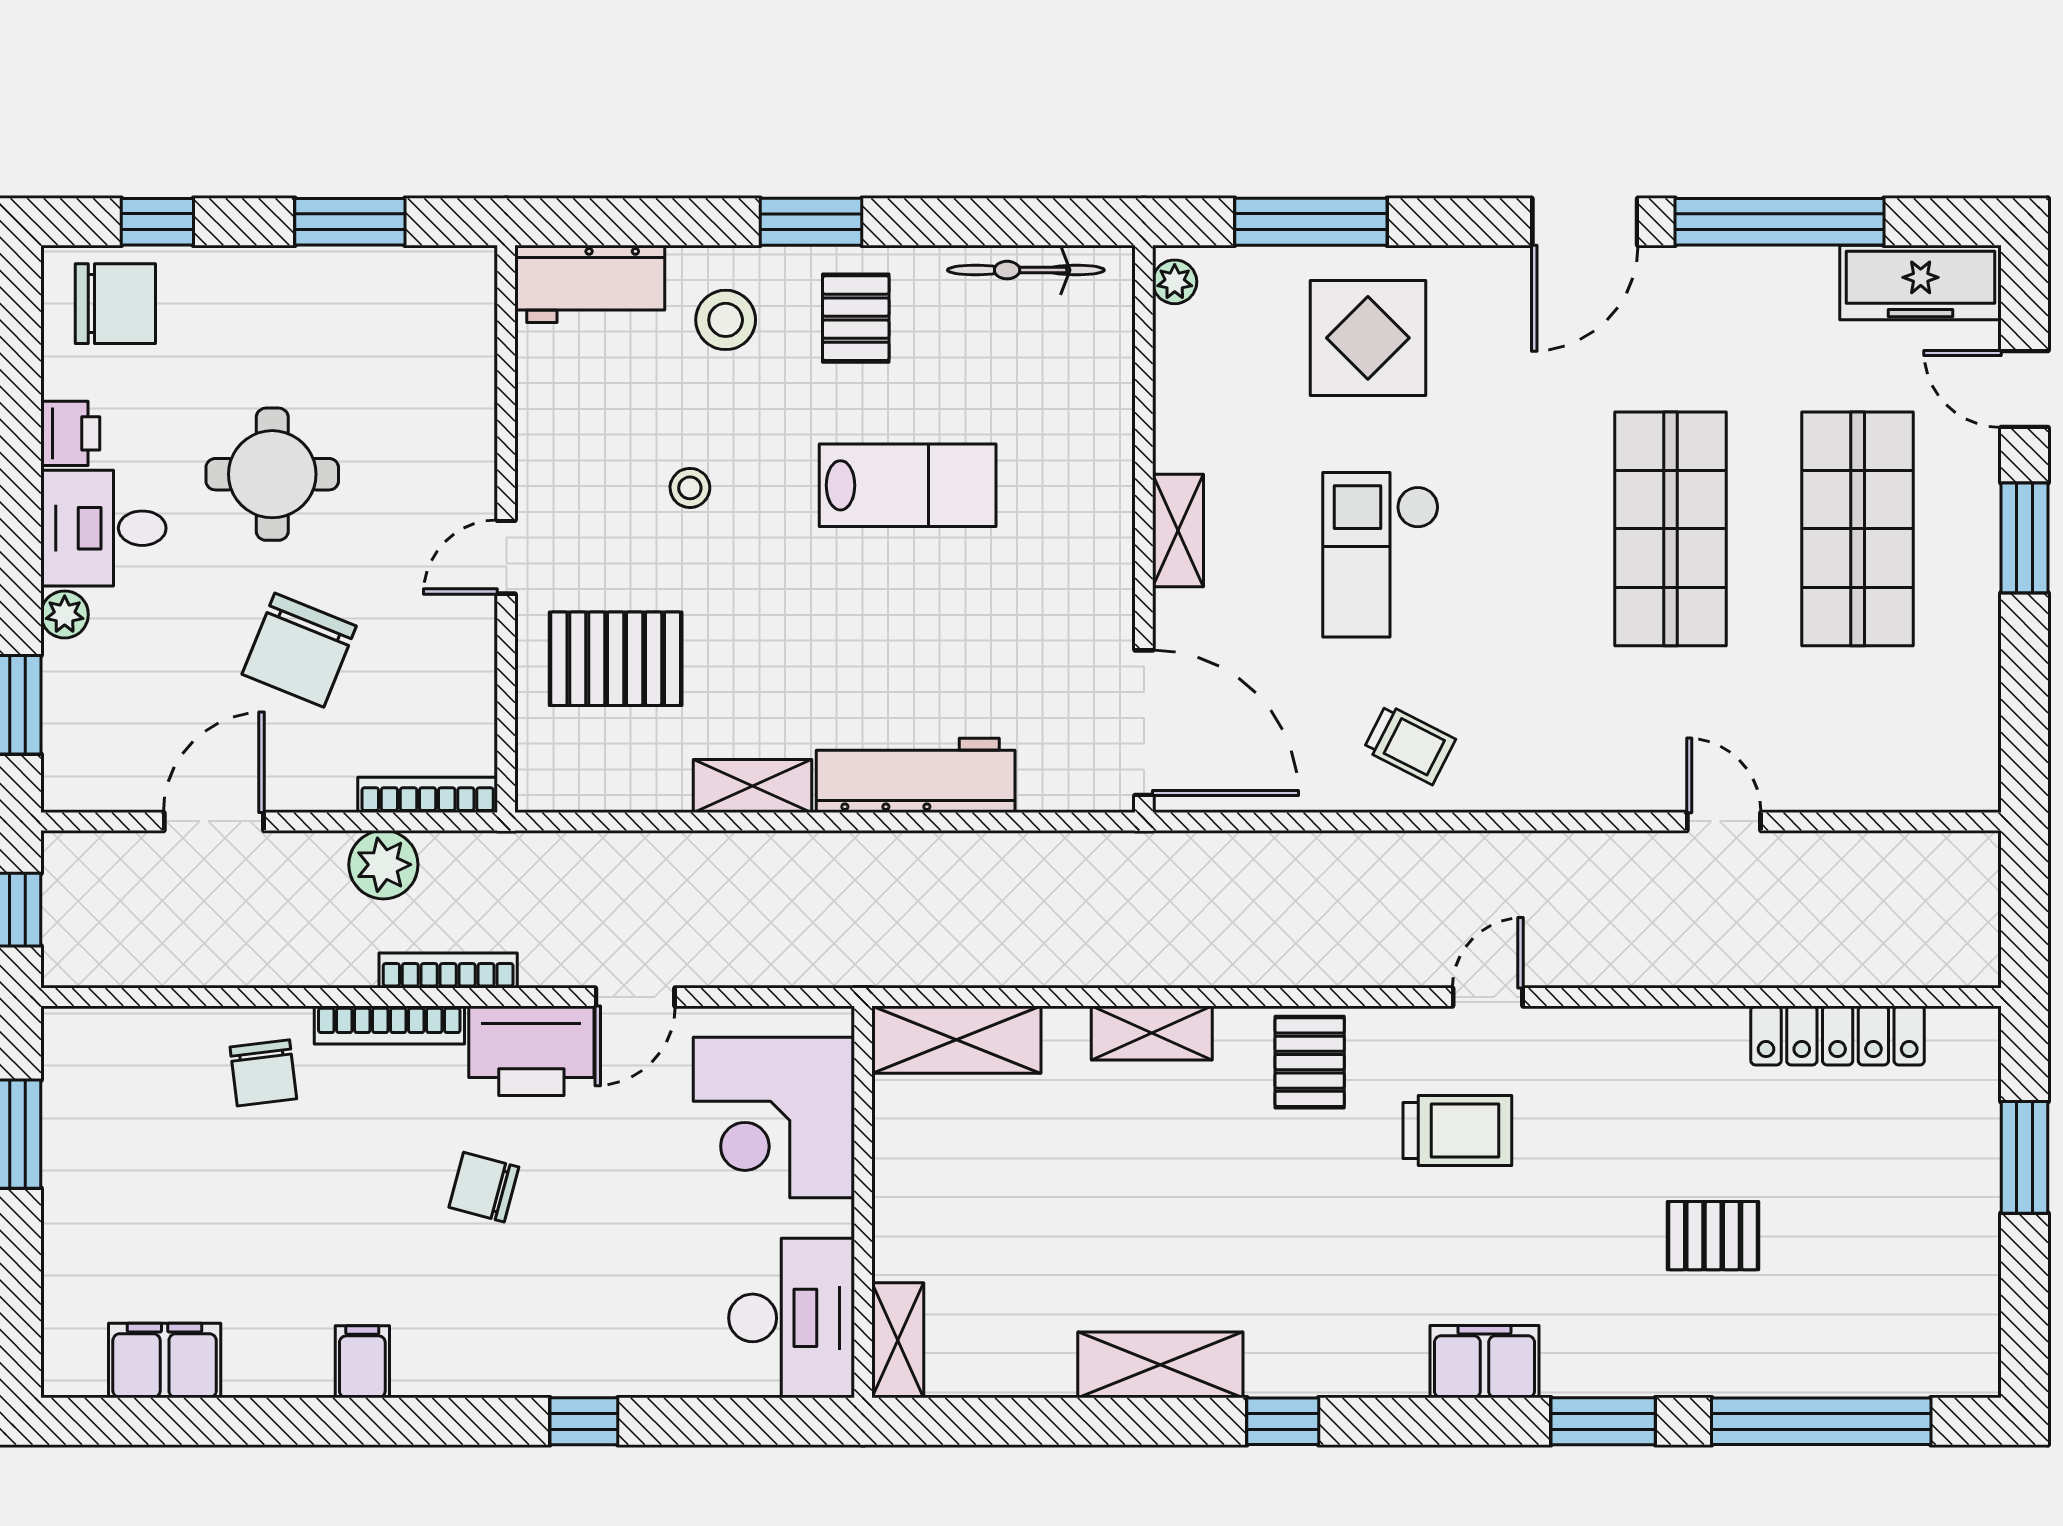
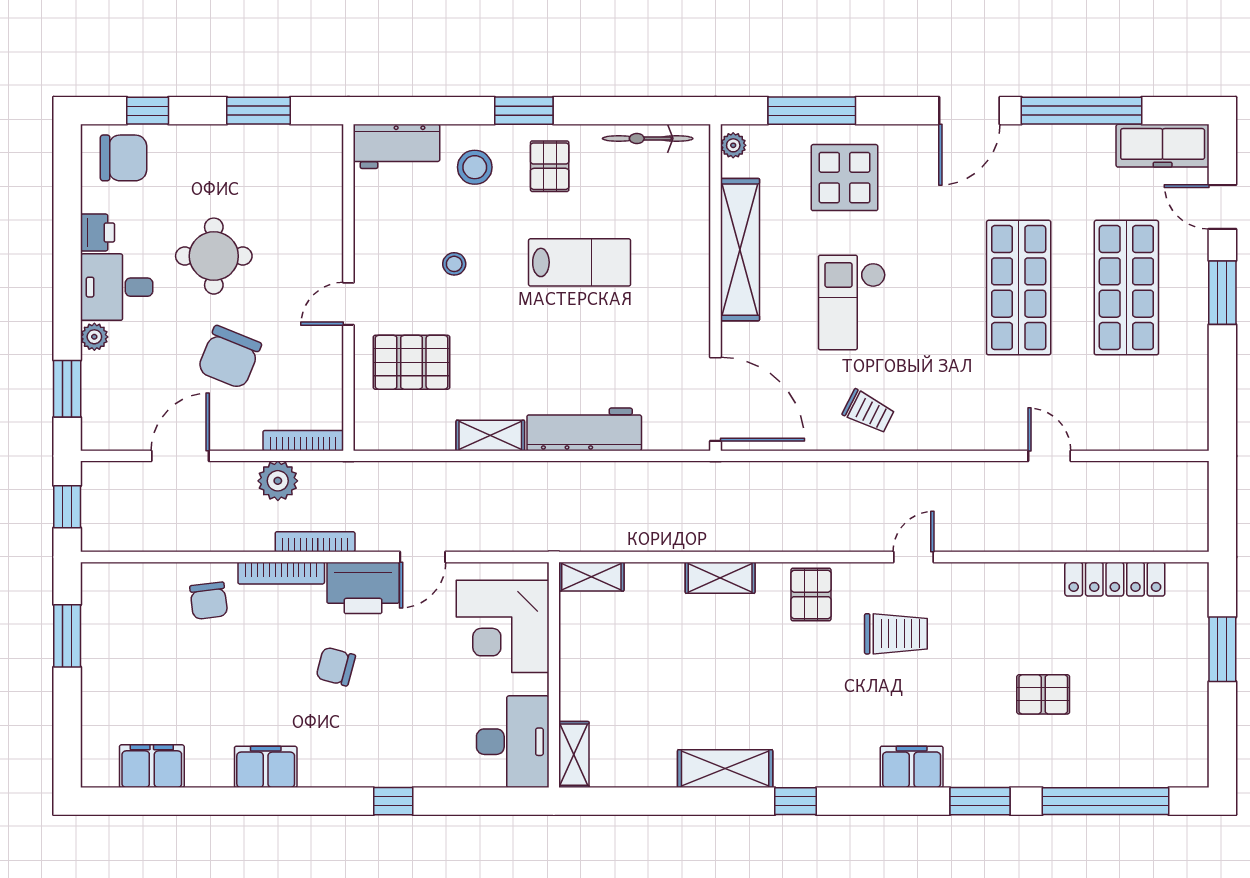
shelving: (1178, 531) -> (740, 250), width x2.20, depth x1.33
shelving: (956, 1040) -> (591, 577), width x0.67, depth x0.75
filing cabinet: (362, 1362) -> (266, 767), width x2.00

